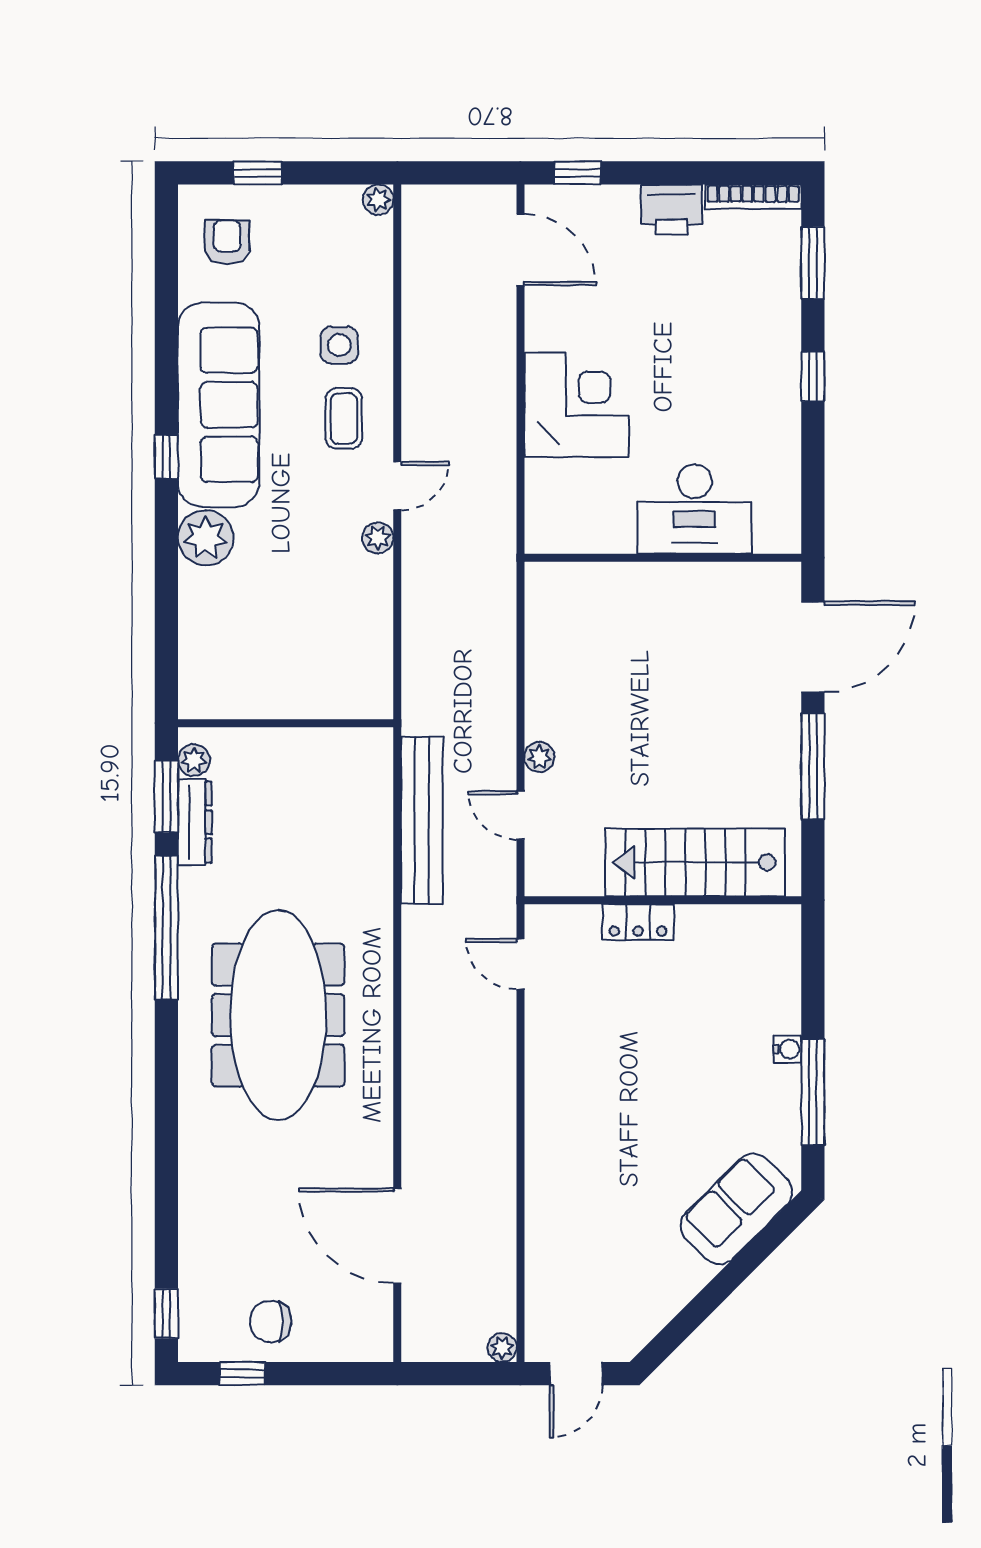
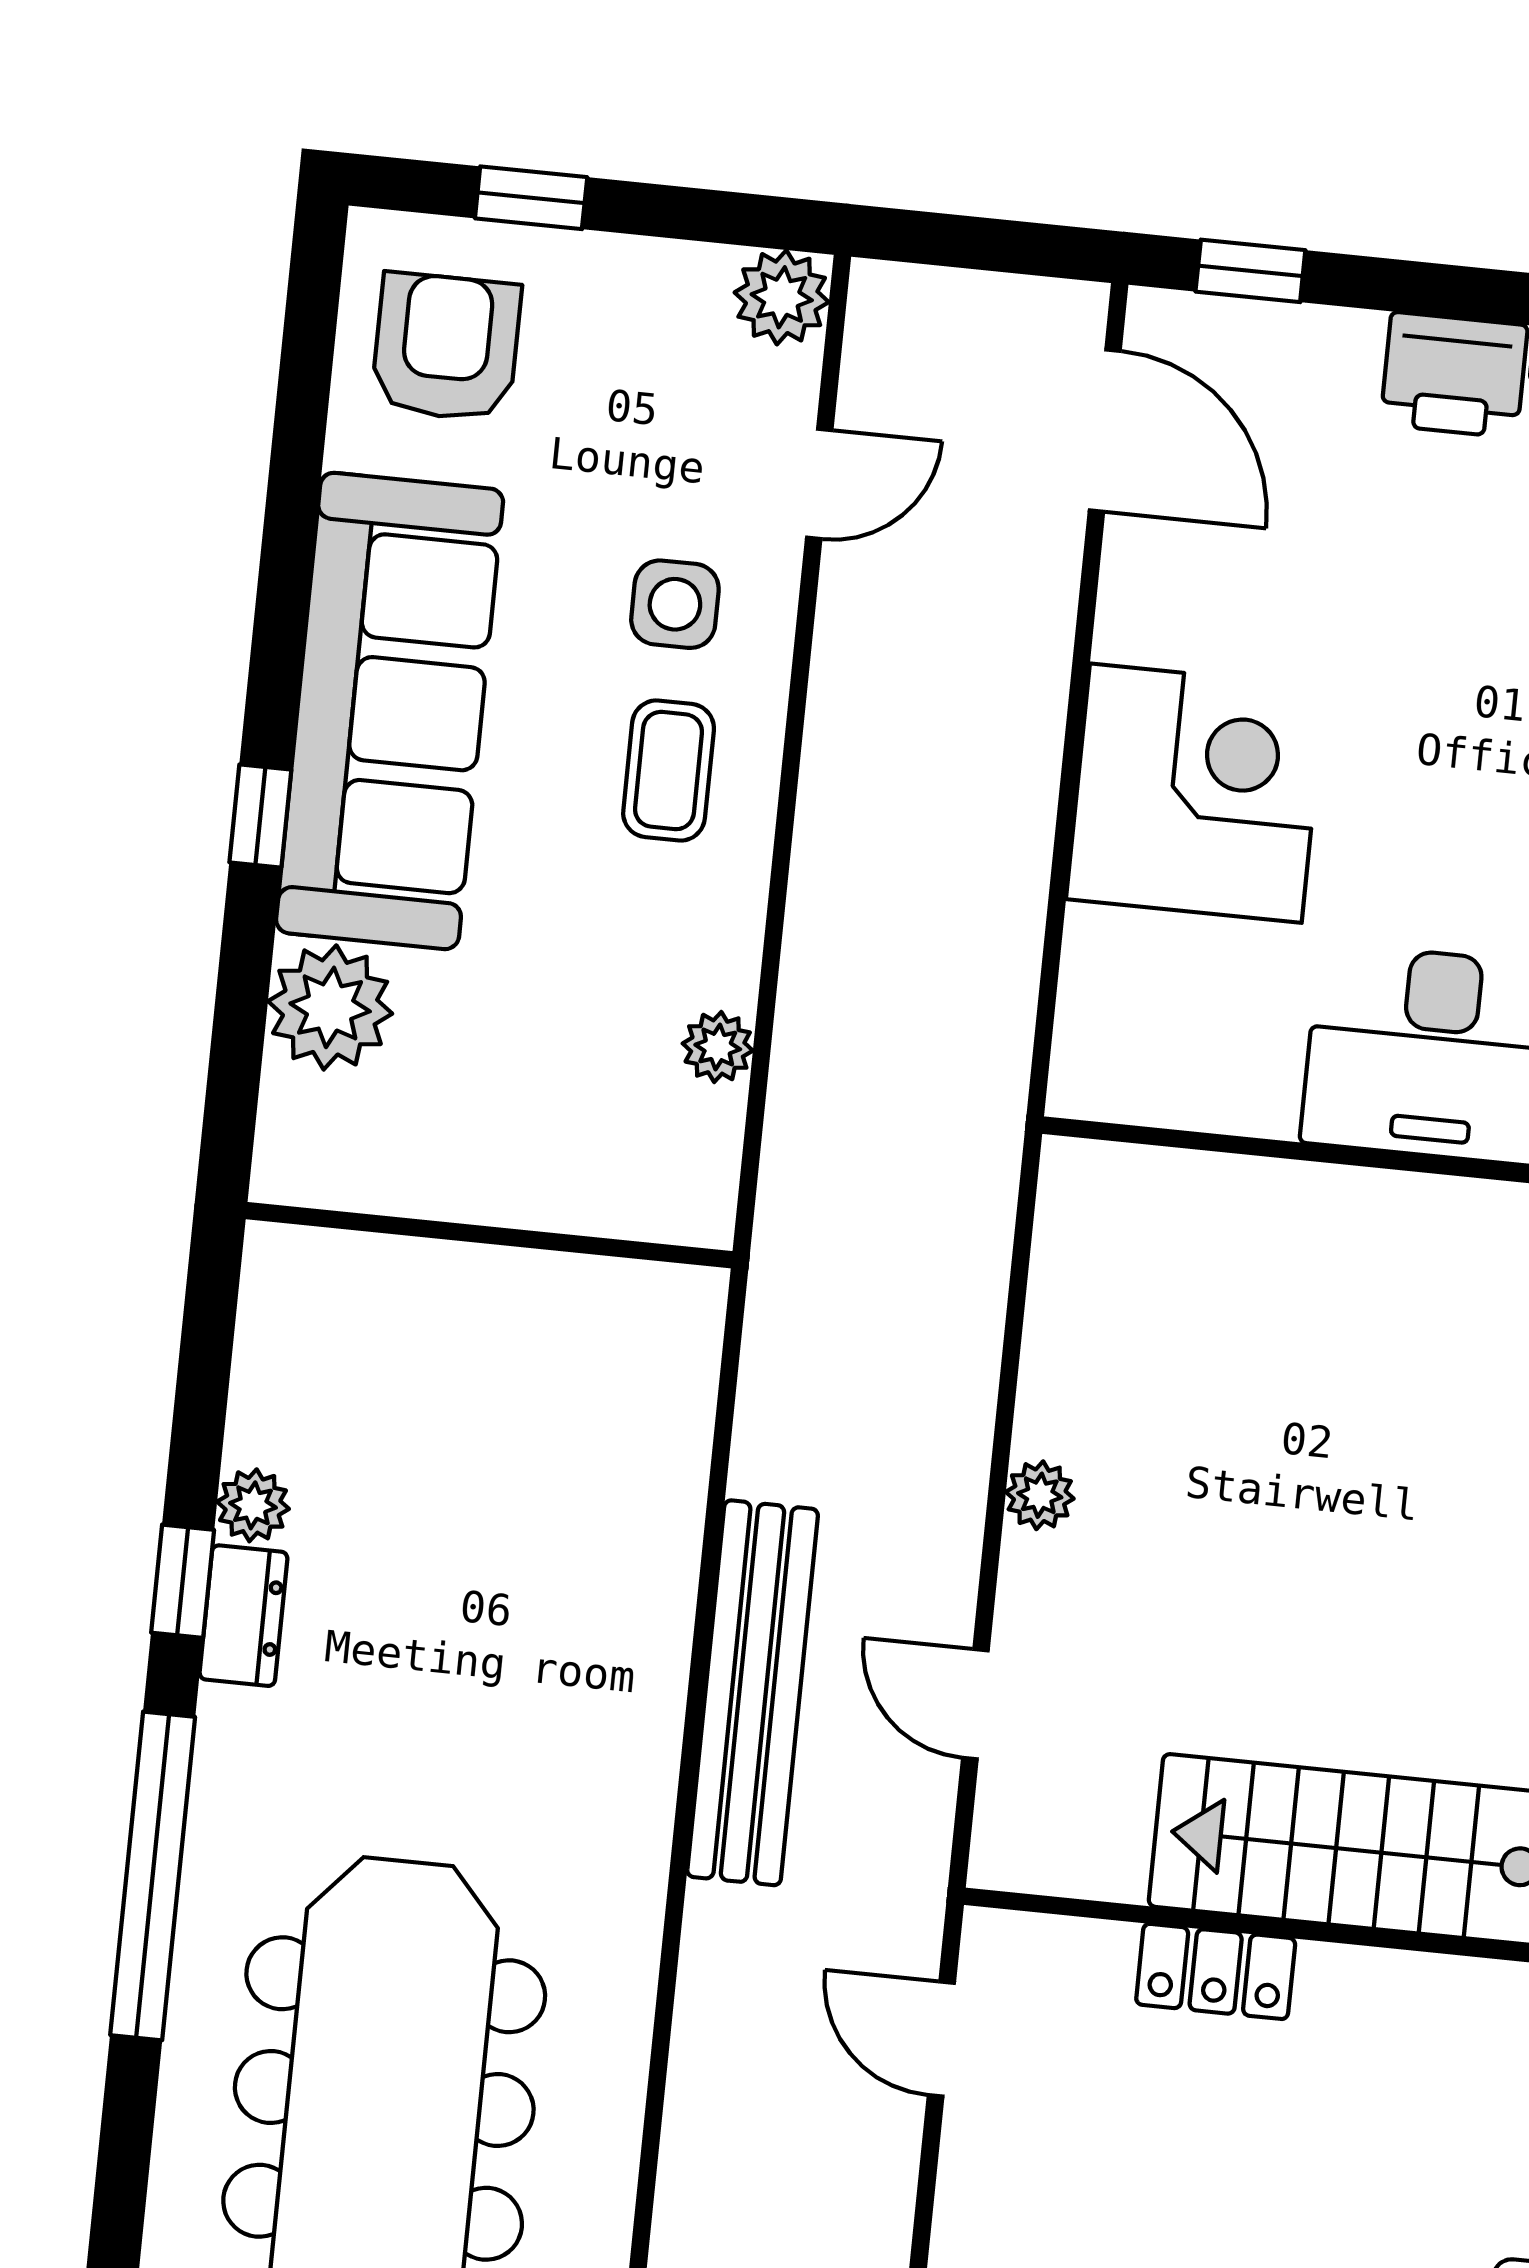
plant: (378, 200) -> (782, 297), width x1.38, depth x1.38
armchair: (227, 242) -> (446, 347), width x1.38, depth x1.38
door: (397, 486) -> (819, 484), moved
wall: (286, 723) -> (489, 1235), moved
plant: (539, 757) -> (1040, 1495), moved
window: (166, 797) -> (183, 1581), width x0.67
dresser: (195, 822) -> (243, 1616), width x0.70

